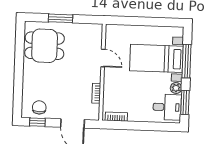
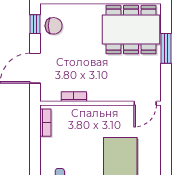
dining table: (45, 46) -> (131, 30), width x1.37
door: (103, 58) -> (145, 103), moved

